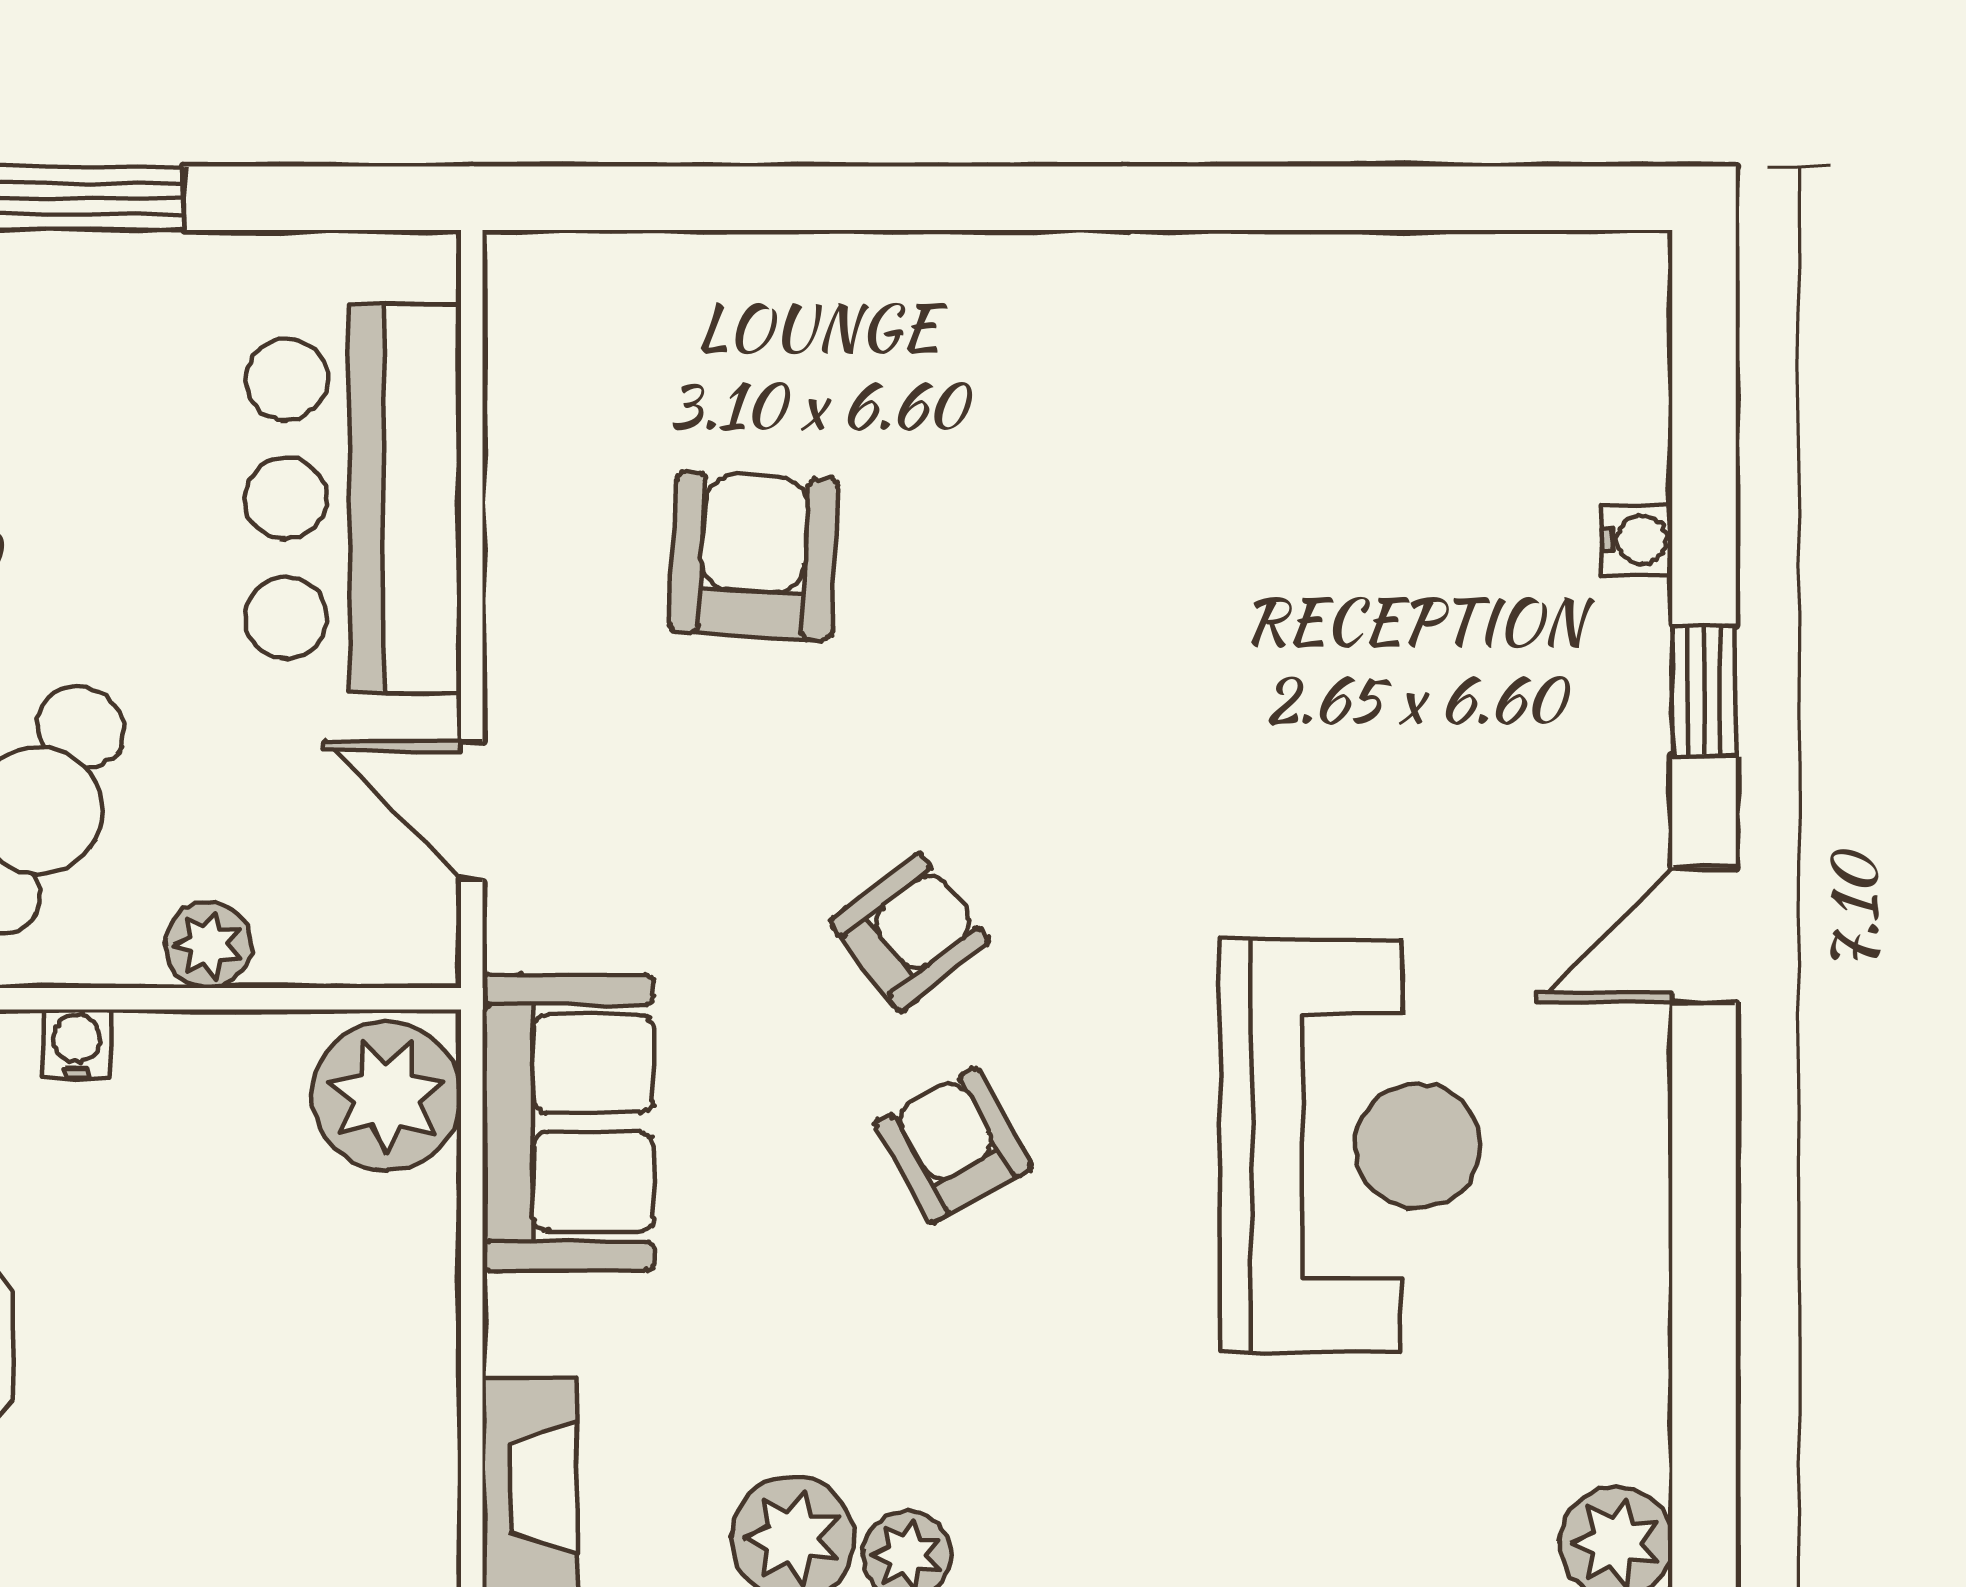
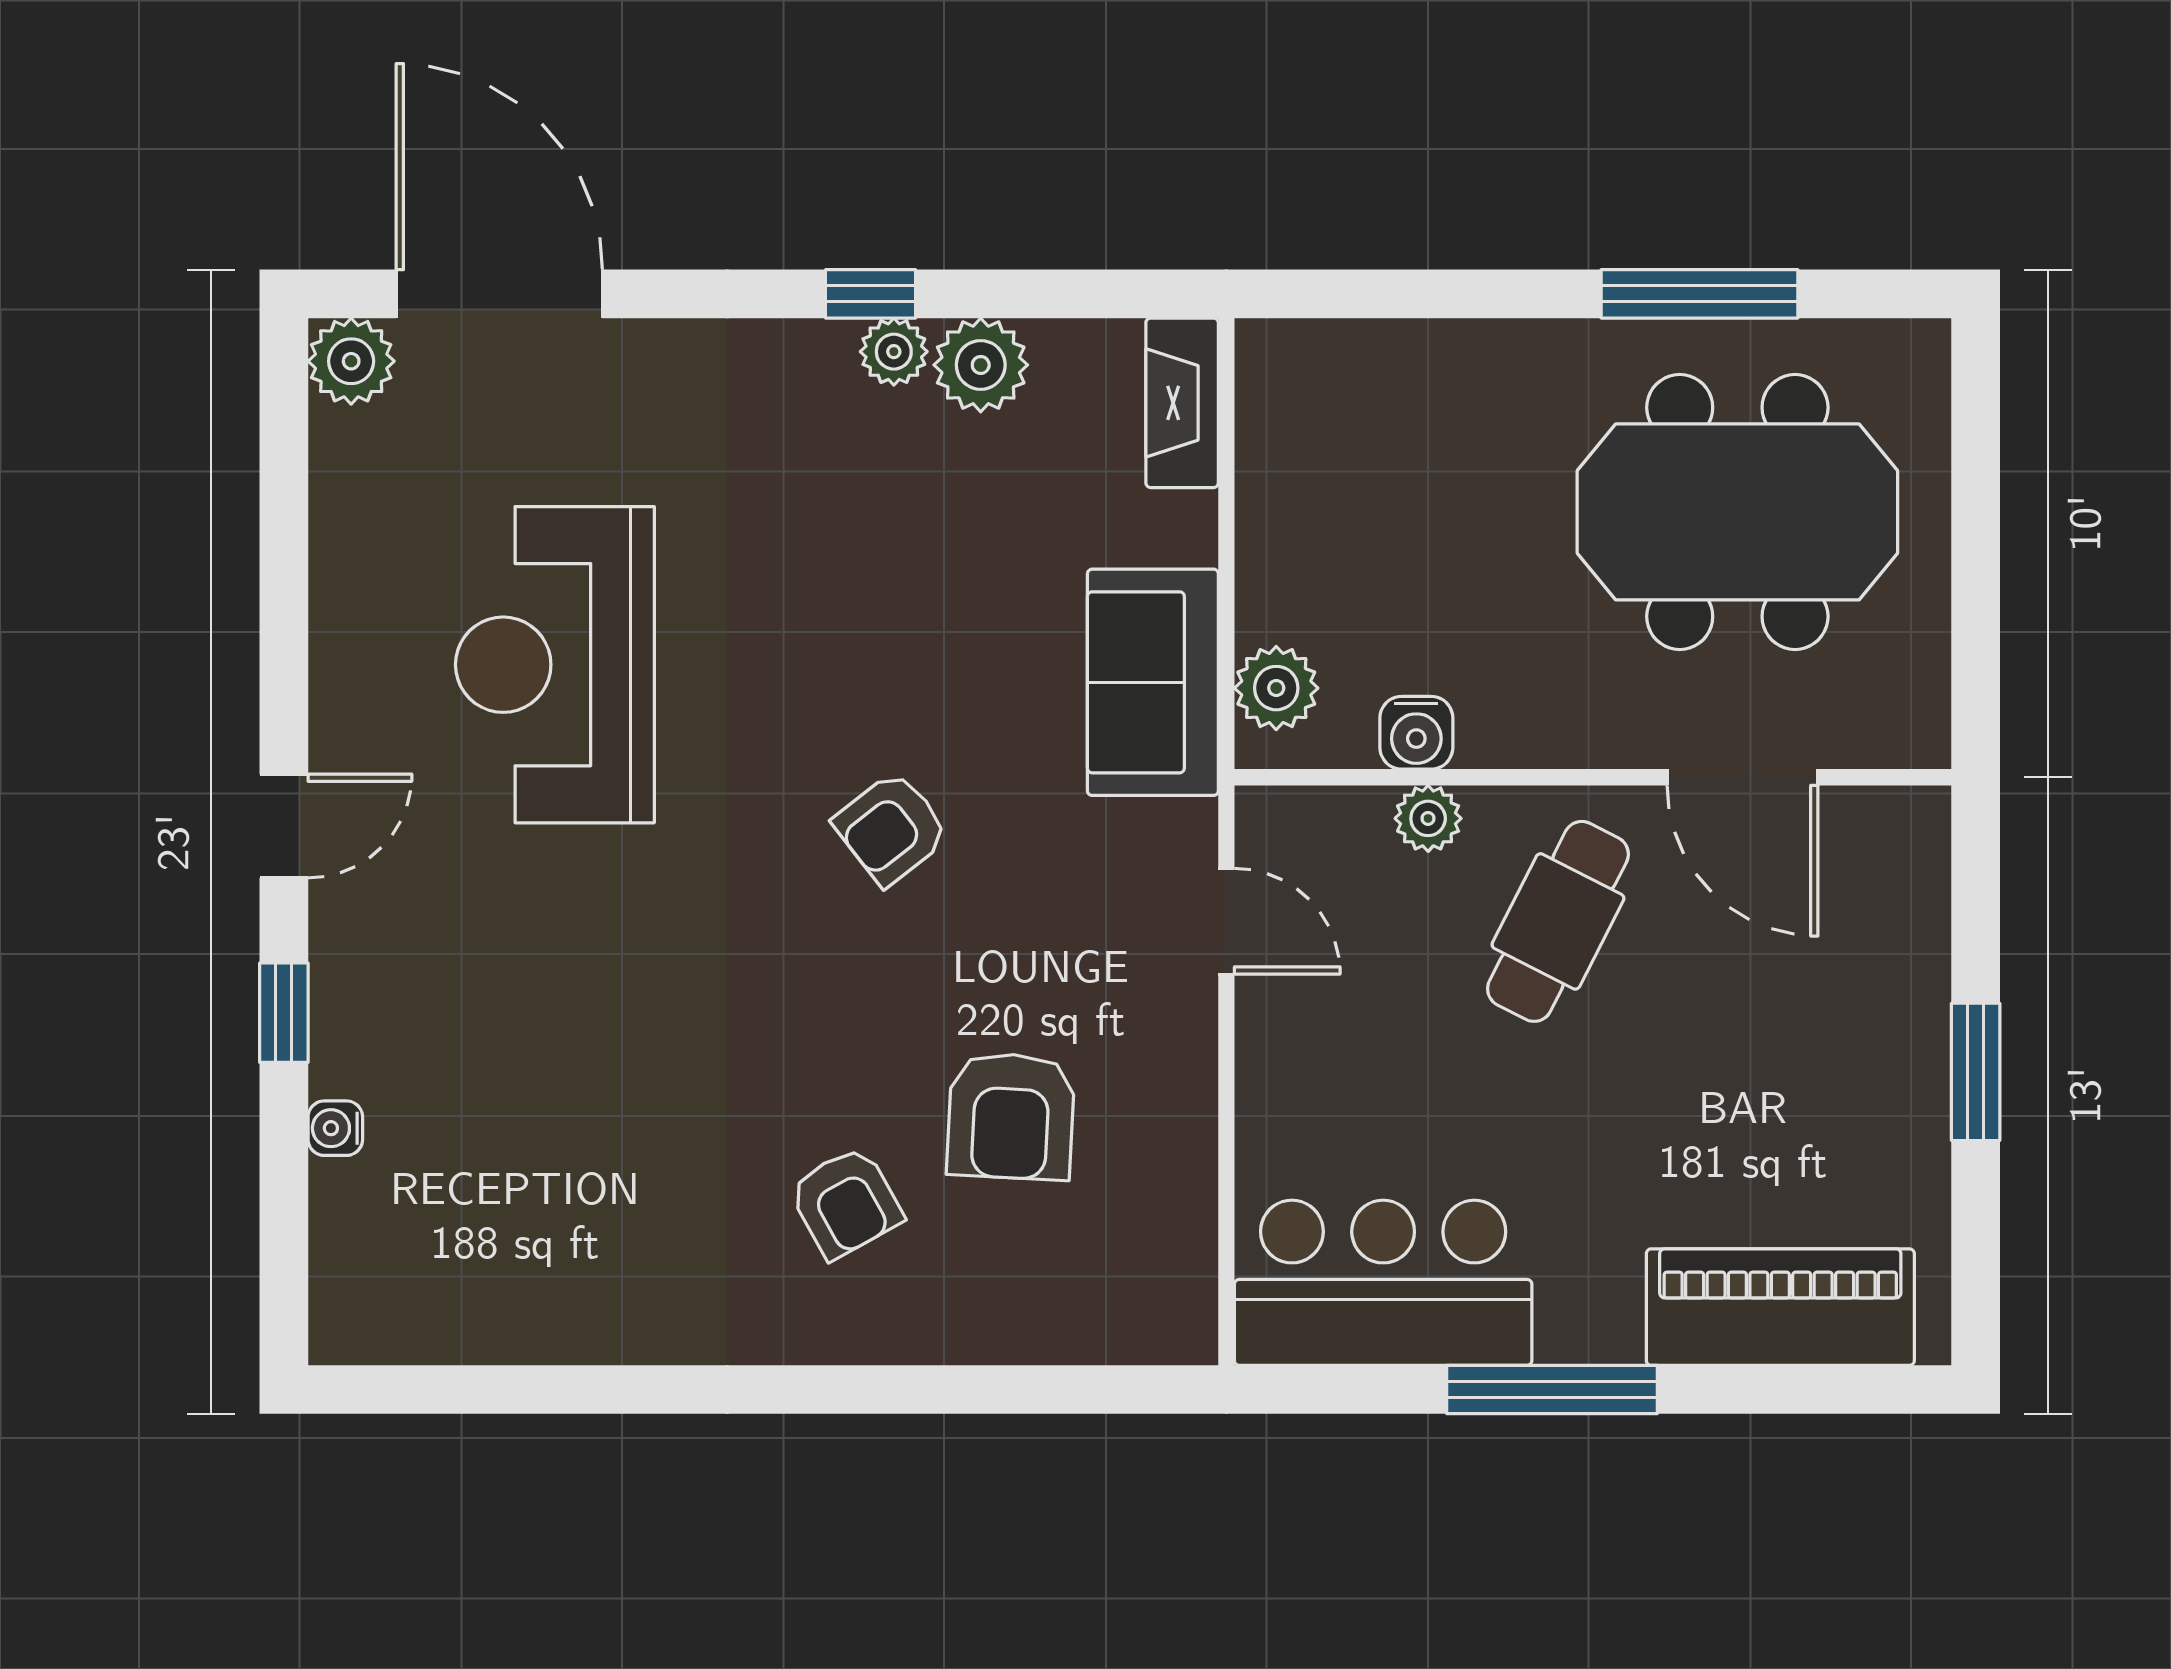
bar counter: (353, 498) -> (1383, 1283), moved, turned -90
water cooler: (77, 1044) -> (1416, 733), moved, width x1.38, depth x1.38
plant: (387, 1095) -> (1276, 688), width x0.73, depth x0.73
armchair: (954, 1145) -> (846, 1202), moved

